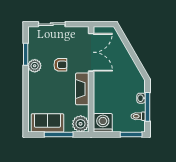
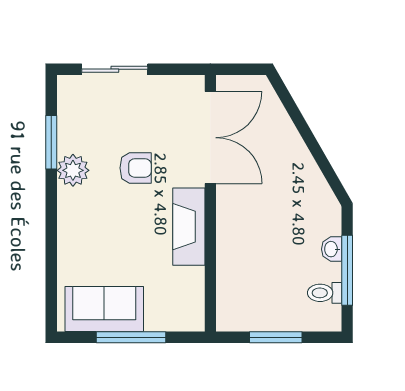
washing machine: (103, 123) -> (239, 309), removed
plant: (81, 124) -> (184, 311), removed
window: (131, 134) -> (276, 337), moved

